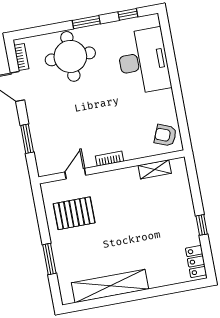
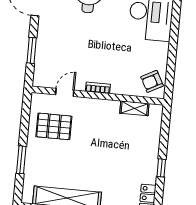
armchair: (165, 135) -> (152, 81), turned -50

